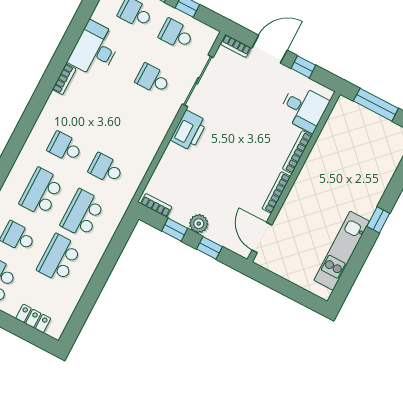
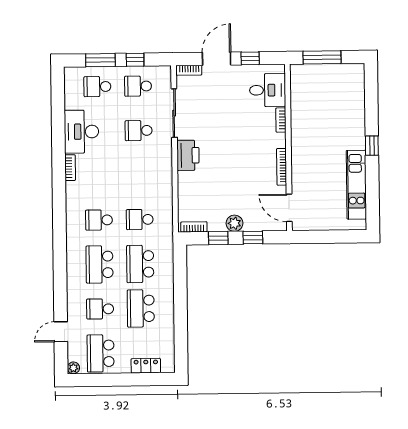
bookcase: (297, 152) -> (281, 120), width x0.64

